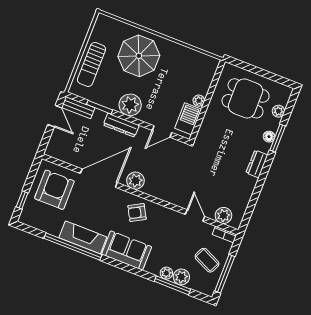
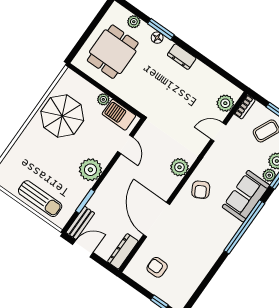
parasol: (139, 56) -> (62, 116), moved
dresser: (121, 125) -> (123, 251), moved, turned 180
plant: (135, 181) -> (179, 167), moved
armchair: (54, 190) -> (157, 267), width x0.53, depth x0.53
fireplace: (83, 237) -> (212, 250), removed
window: (73, 246) -> (244, 227), moved
sofa: (127, 250) -> (246, 196), moved

